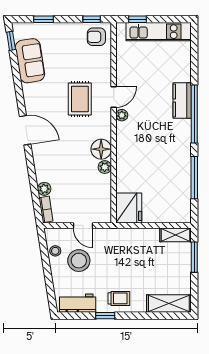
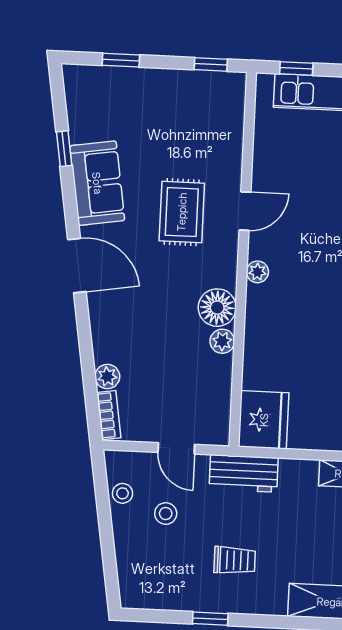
armchair: (96, 37) -> (218, 97), removed
window: (11, 41) -> (64, 149), moved
sofa: (30, 61) -> (97, 183), moved
plant: (122, 115) -> (257, 272), moved
stool: (79, 261) -> (166, 514), width x0.53, depth x0.53
trolley: (119, 298) -> (235, 560), moved
workbench: (78, 303) -> (244, 473), moved, turned 180

